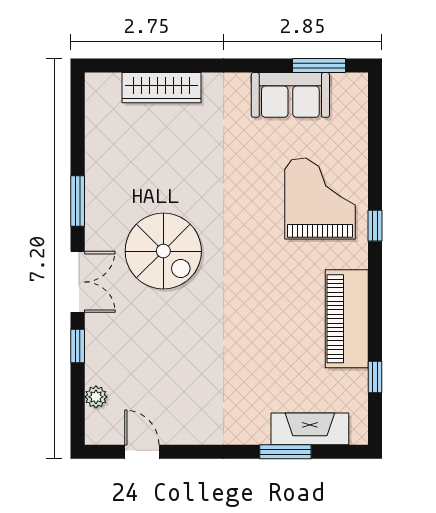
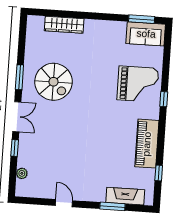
sofa: (290, 95) -> (146, 34), moved
grand piano: (320, 198) -> (138, 84), turned 90
spiral stairs: (163, 251) -> (53, 82), moved
door: (142, 452) -> (64, 203), moved

